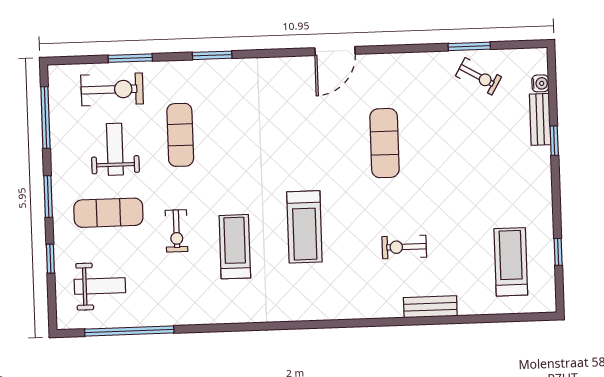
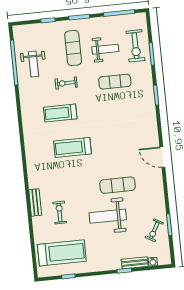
weight bench: (445, 166) -> (108, 216), added
treadmill: (235, 247) -> (60, 113), turned 180
exercise bike: (404, 247) -> (60, 213), moved
treadmill: (511, 262) -> (62, 253), width x1.37, depth x1.38
weight bench: (100, 286) -> (33, 64), moved
bench: (430, 307) -> (35, 202), moved

